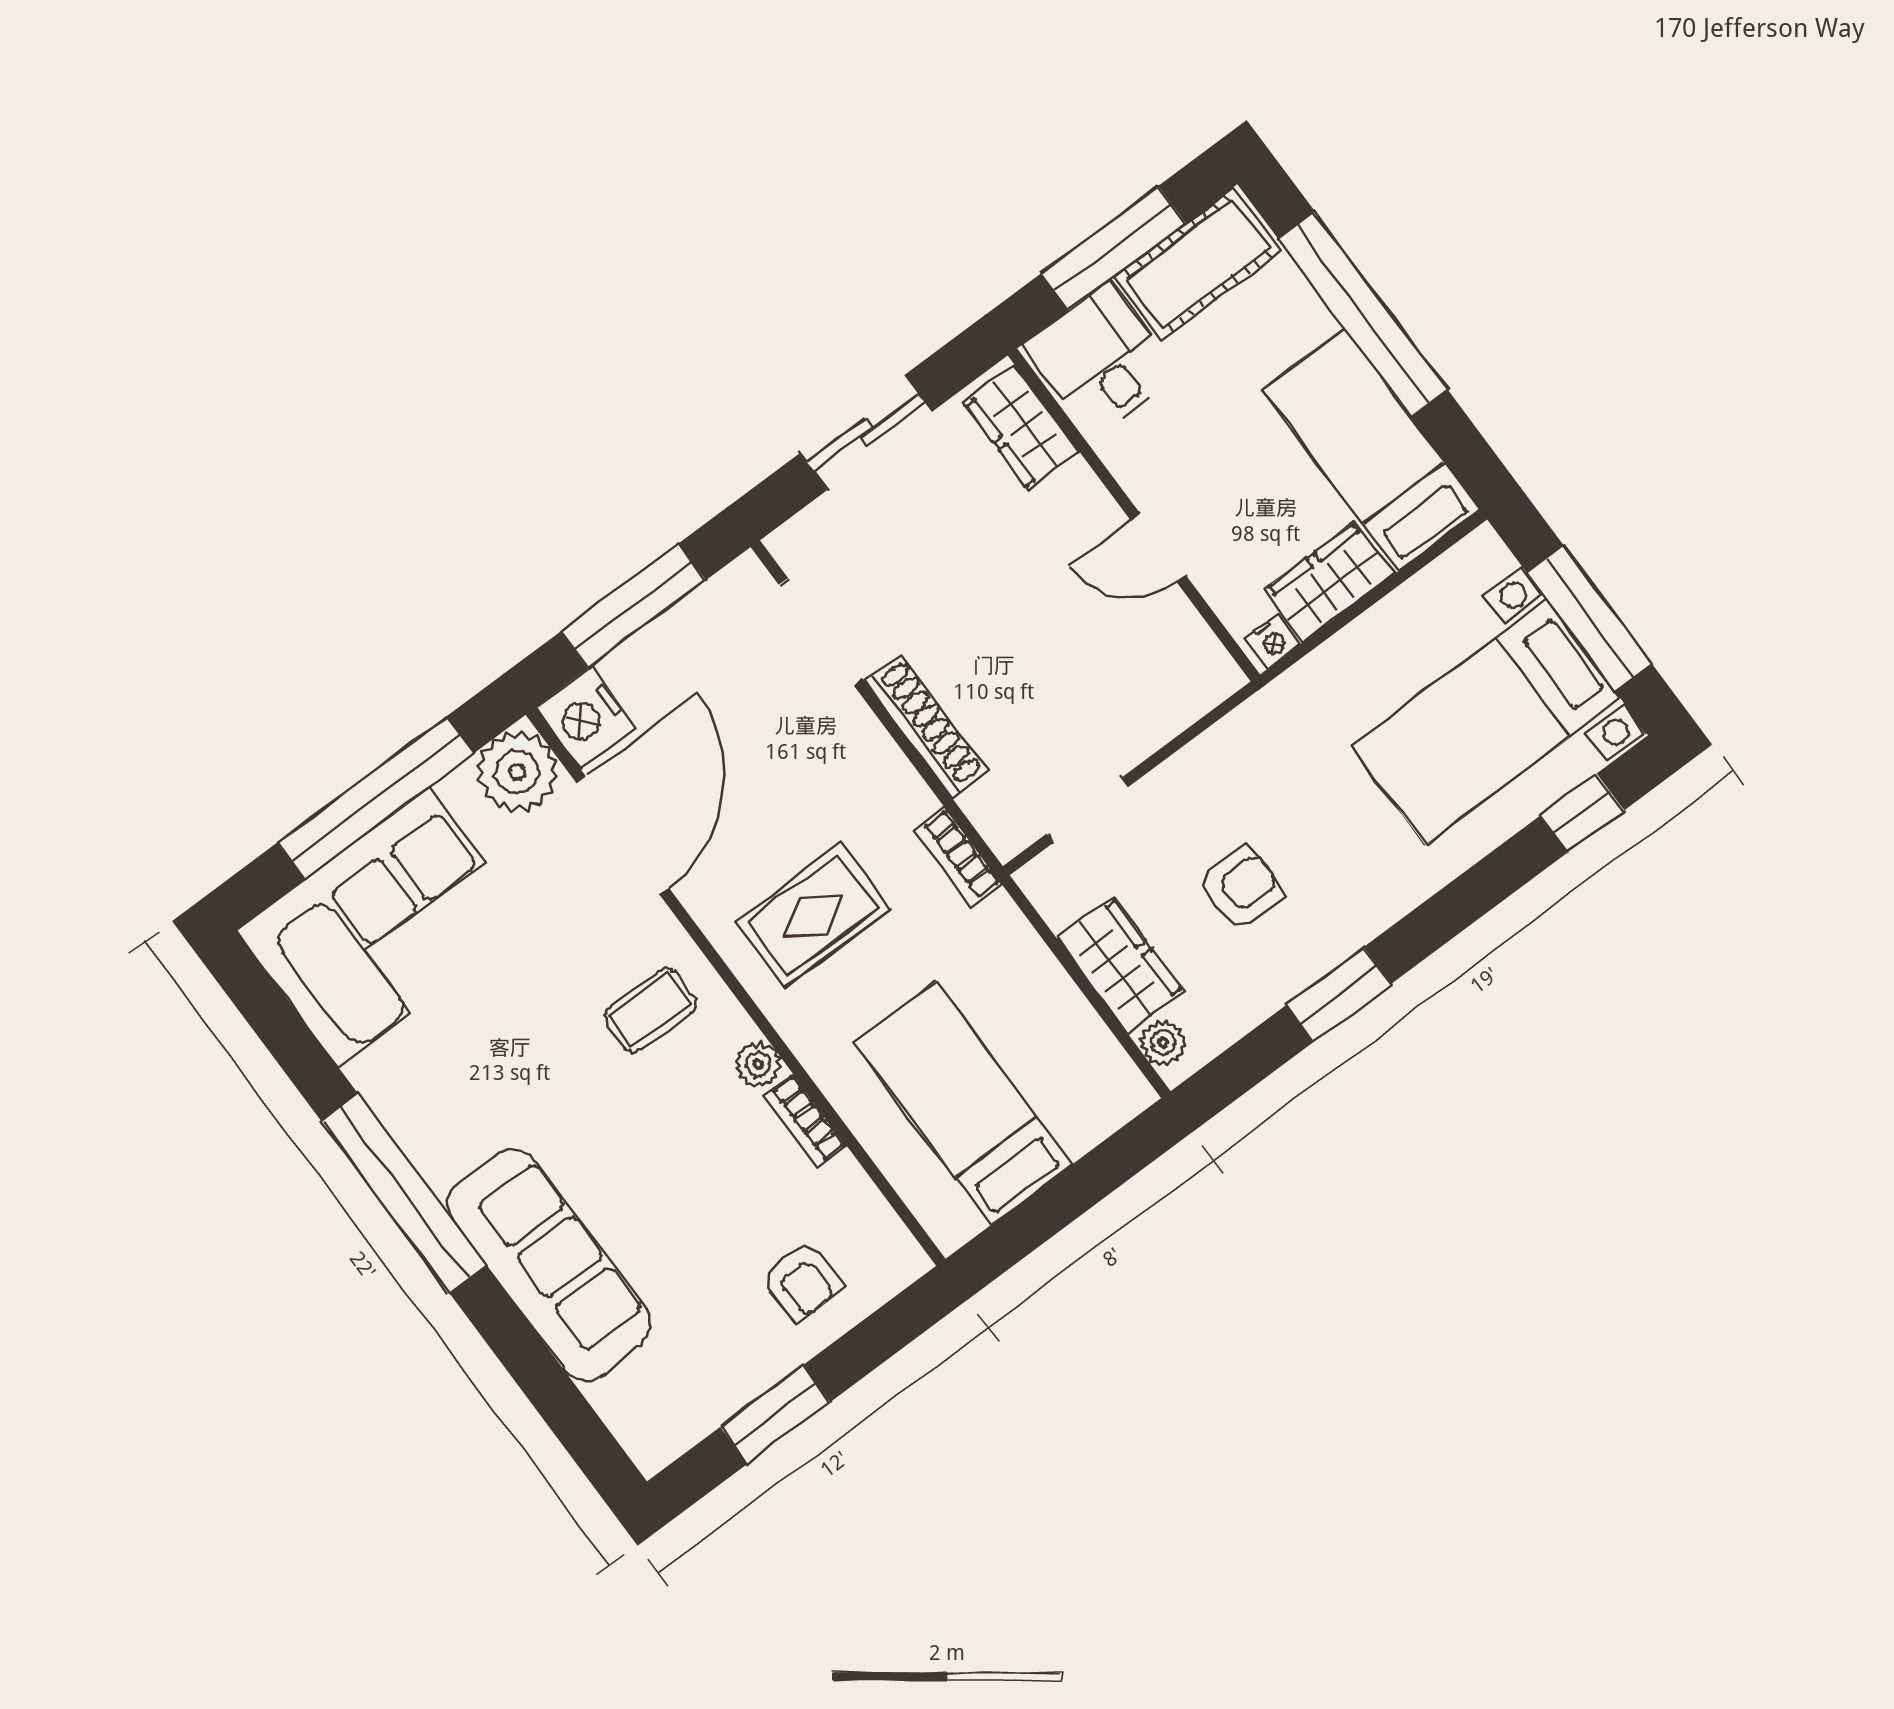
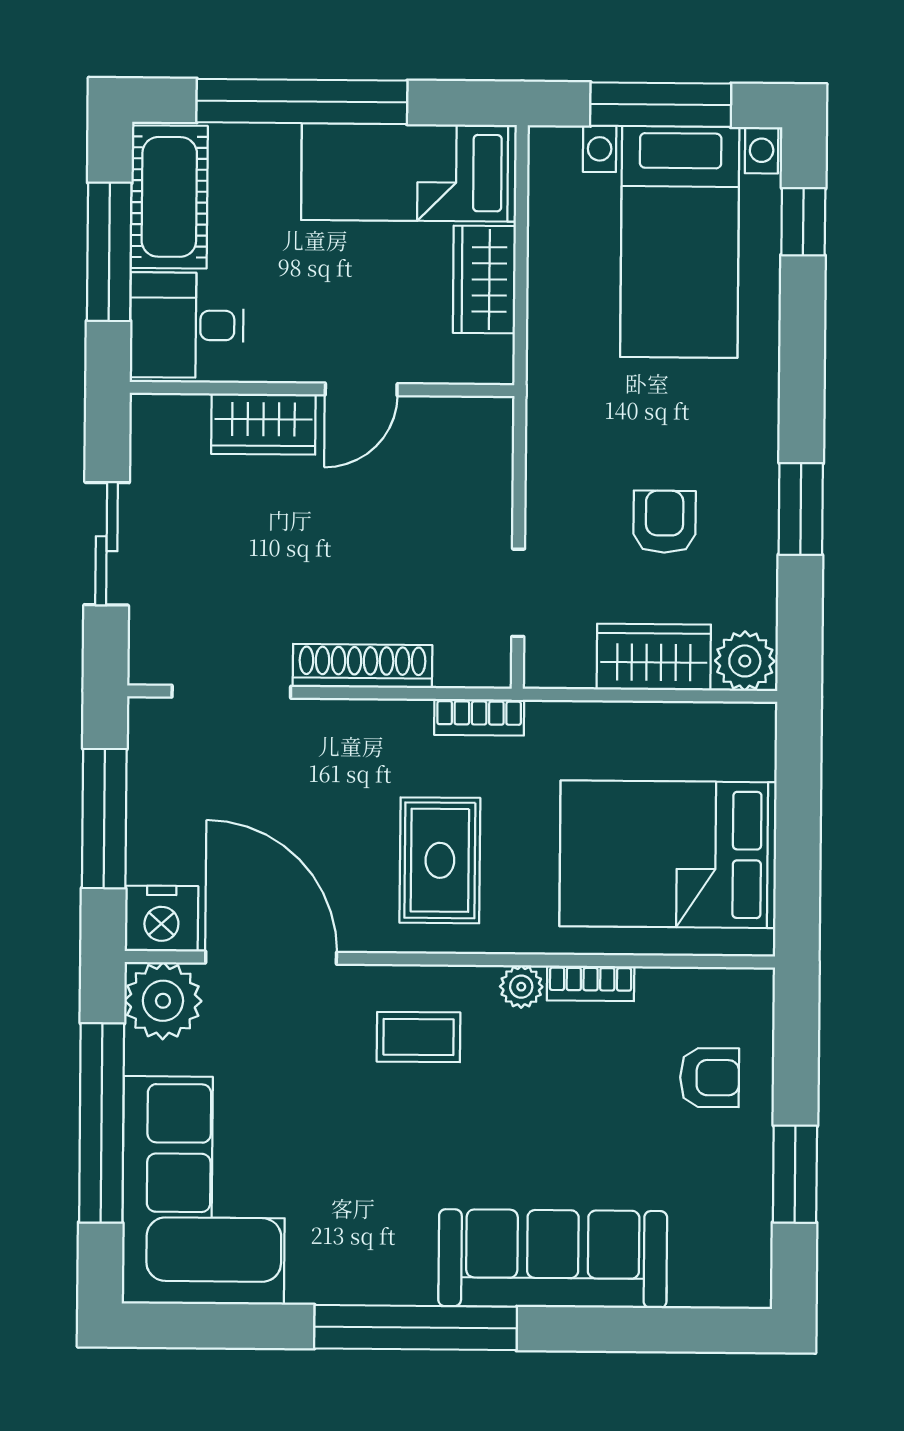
wardrobe: (1022, 427) -> (263, 424), moved
nightstand: (1272, 641) -> (497, 357), removed
coffee table: (650, 1010) -> (419, 1037), turned 90
plant: (1163, 1043) -> (745, 661), width x1.38, depth x1.38
bed: (963, 1103) -> (668, 854), width x1.50

